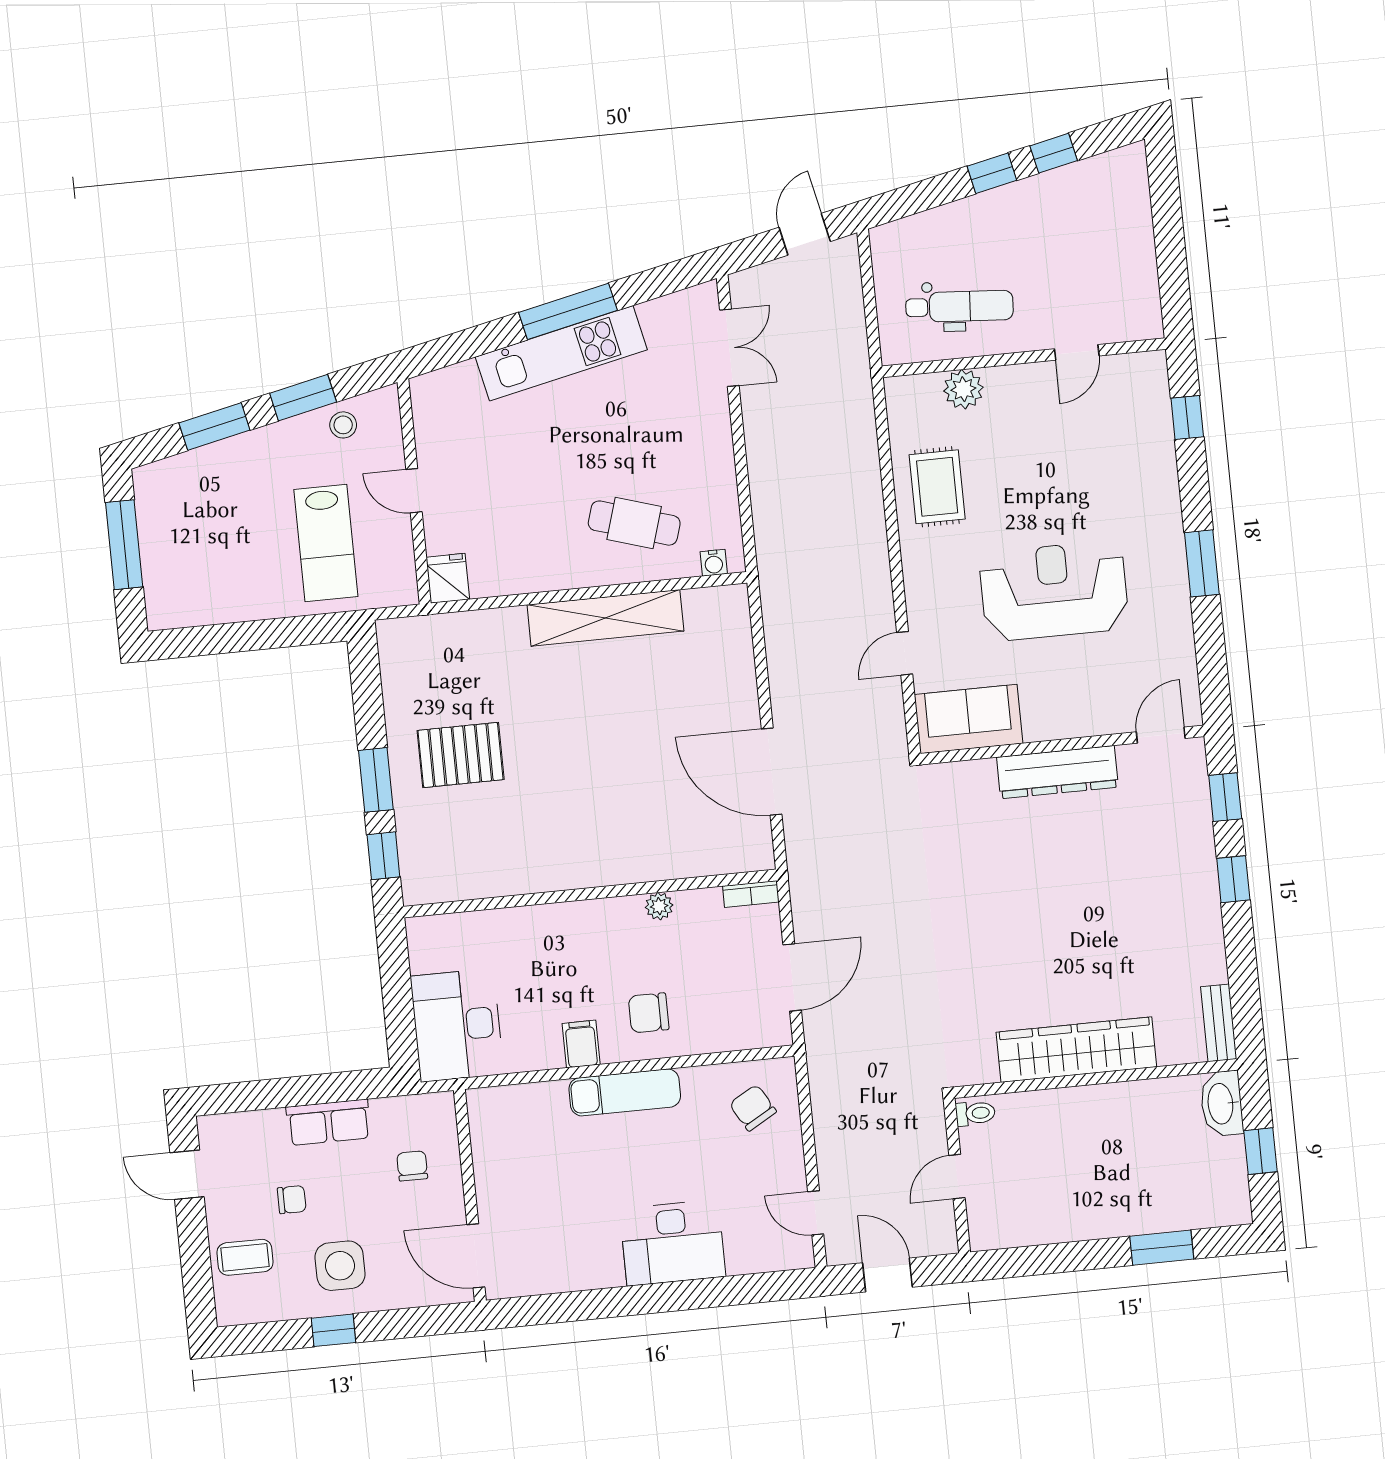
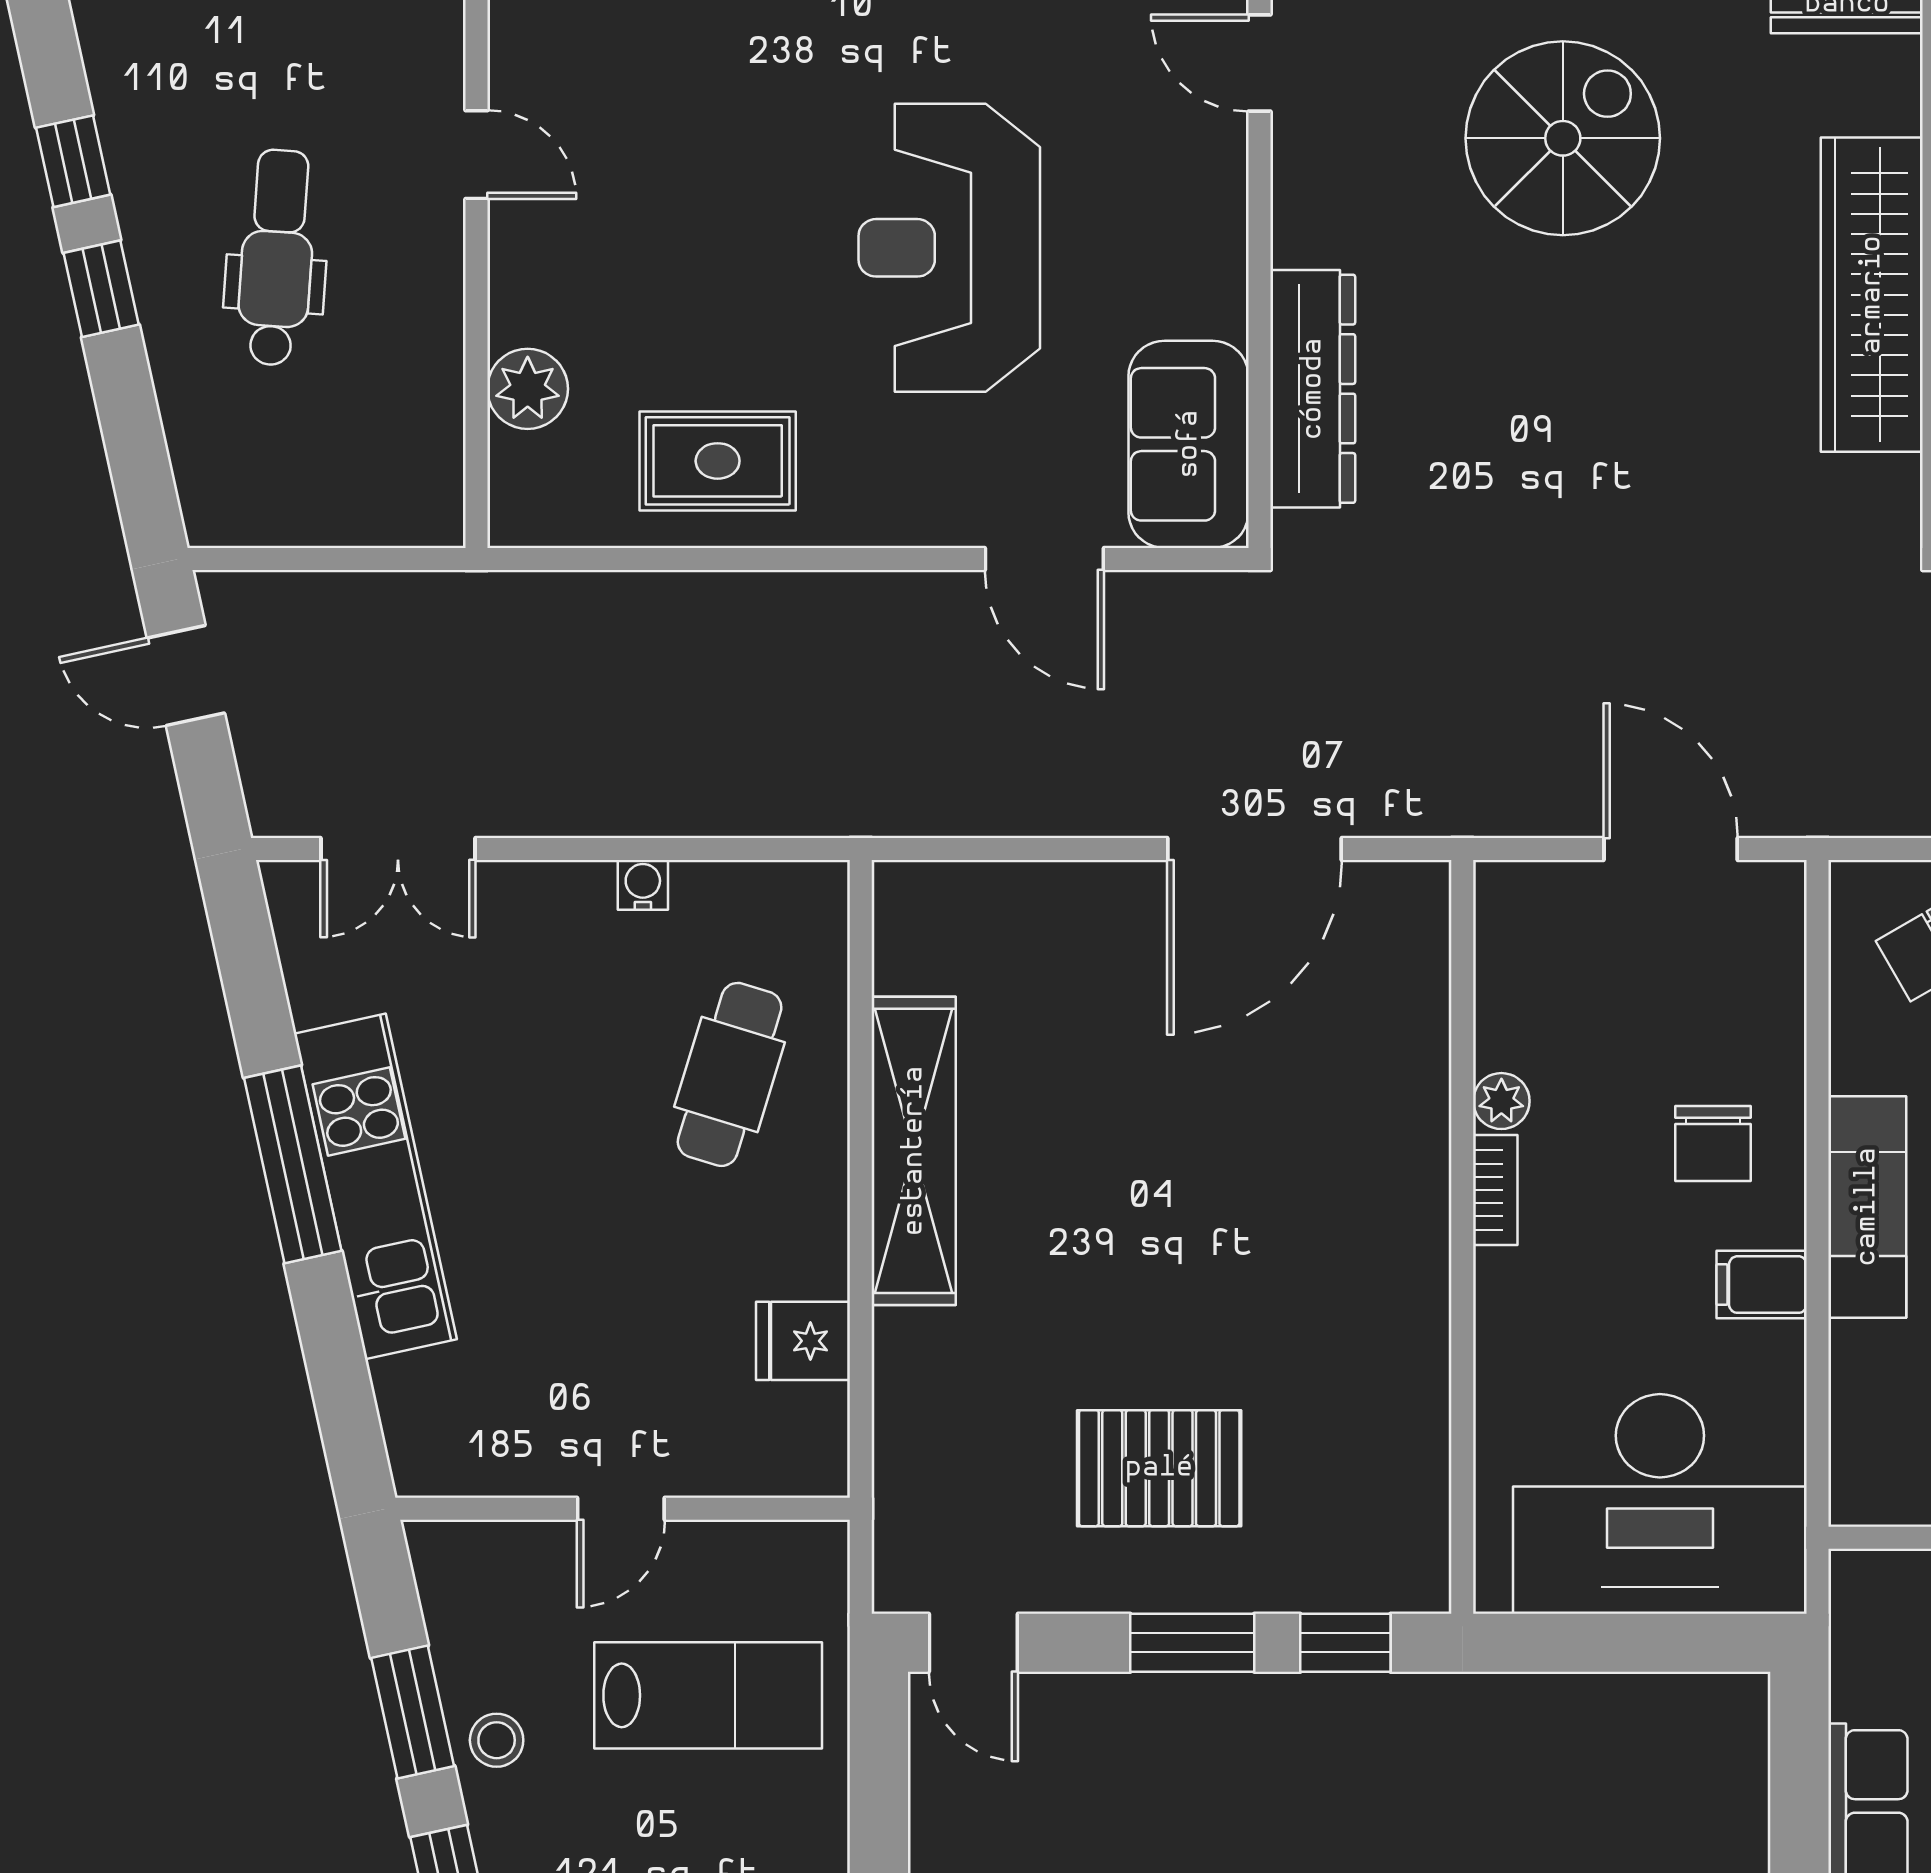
dental chair: (959, 306) -> (277, 257), moved
double door: (729, 348) -> (398, 849), swing flipped
stool: (343, 425) -> (497, 1740), moved
water cooler: (714, 563) -> (643, 885), moved, turned -90
fridge: (448, 578) -> (803, 1341), moved
door: (905, 653) -> (1044, 559), width x1.37
door: (365, 672) -> (973, 1643), added
pallet: (461, 755) -> (1159, 1468), turned 90
dresser: (1057, 772) -> (1313, 389), moved
spiral stairs: (1138, 889) -> (1563, 138), added
bookcase: (751, 894) -> (1495, 1190), moved
desk: (457, 1025) -> (1660, 1504), width x1.36, depth x1.30

